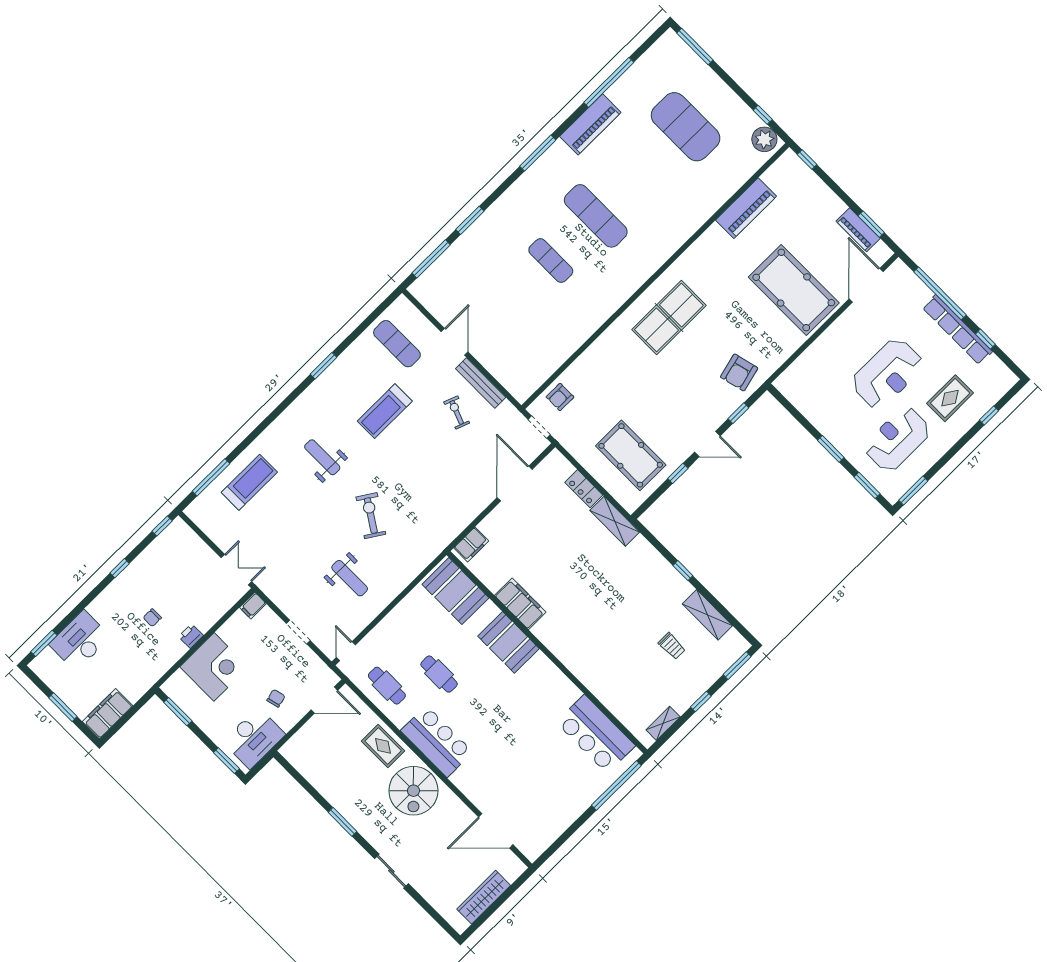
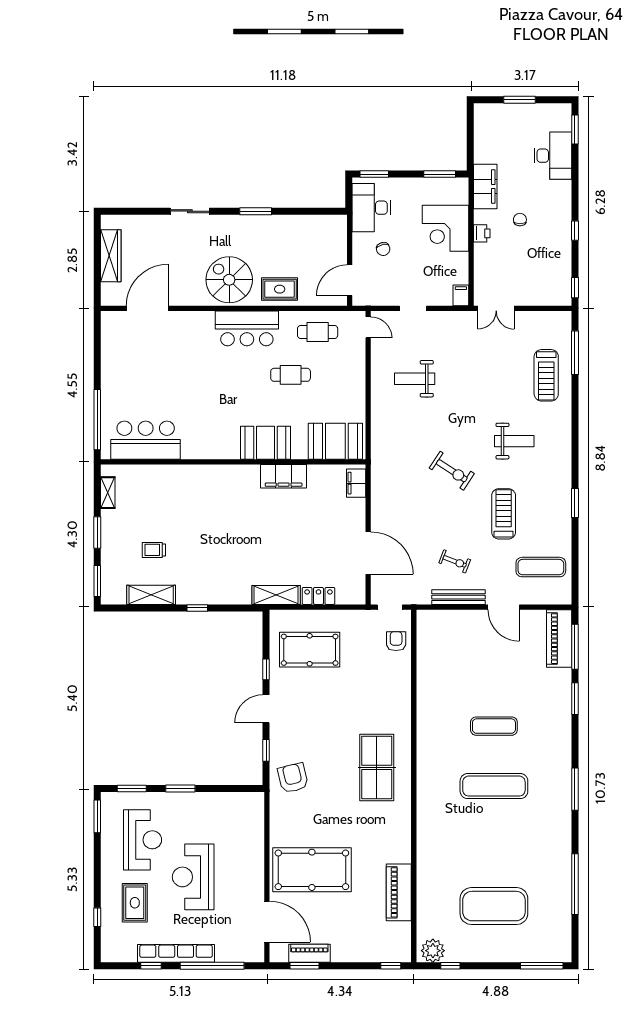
piano: (590, 124) -> (559, 639), moved
exercise bike: (371, 516) -> (452, 471), moved
window: (701, 702) -> (97, 533), width x1.50
filing cabinet: (108, 714) -> (485, 187), moved

